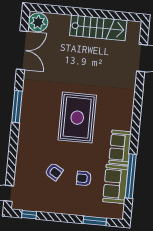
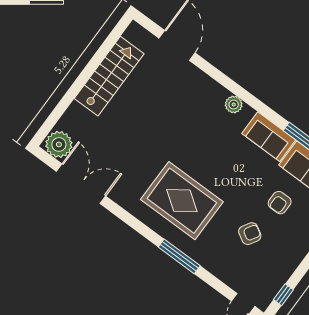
window: (17, 107) -> (179, 256), moved
plant: (127, 114) -> (234, 105), added
rug: (77, 118) -> (182, 201), moved

